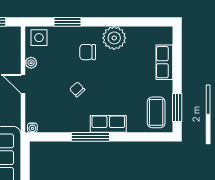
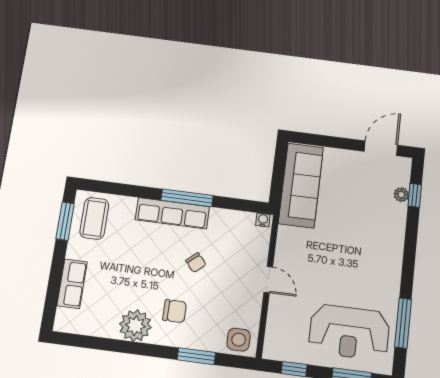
plant: (31, 63) -> (254, 307), removed
row of seats: (108, 124) -> (172, 213), width x1.48

